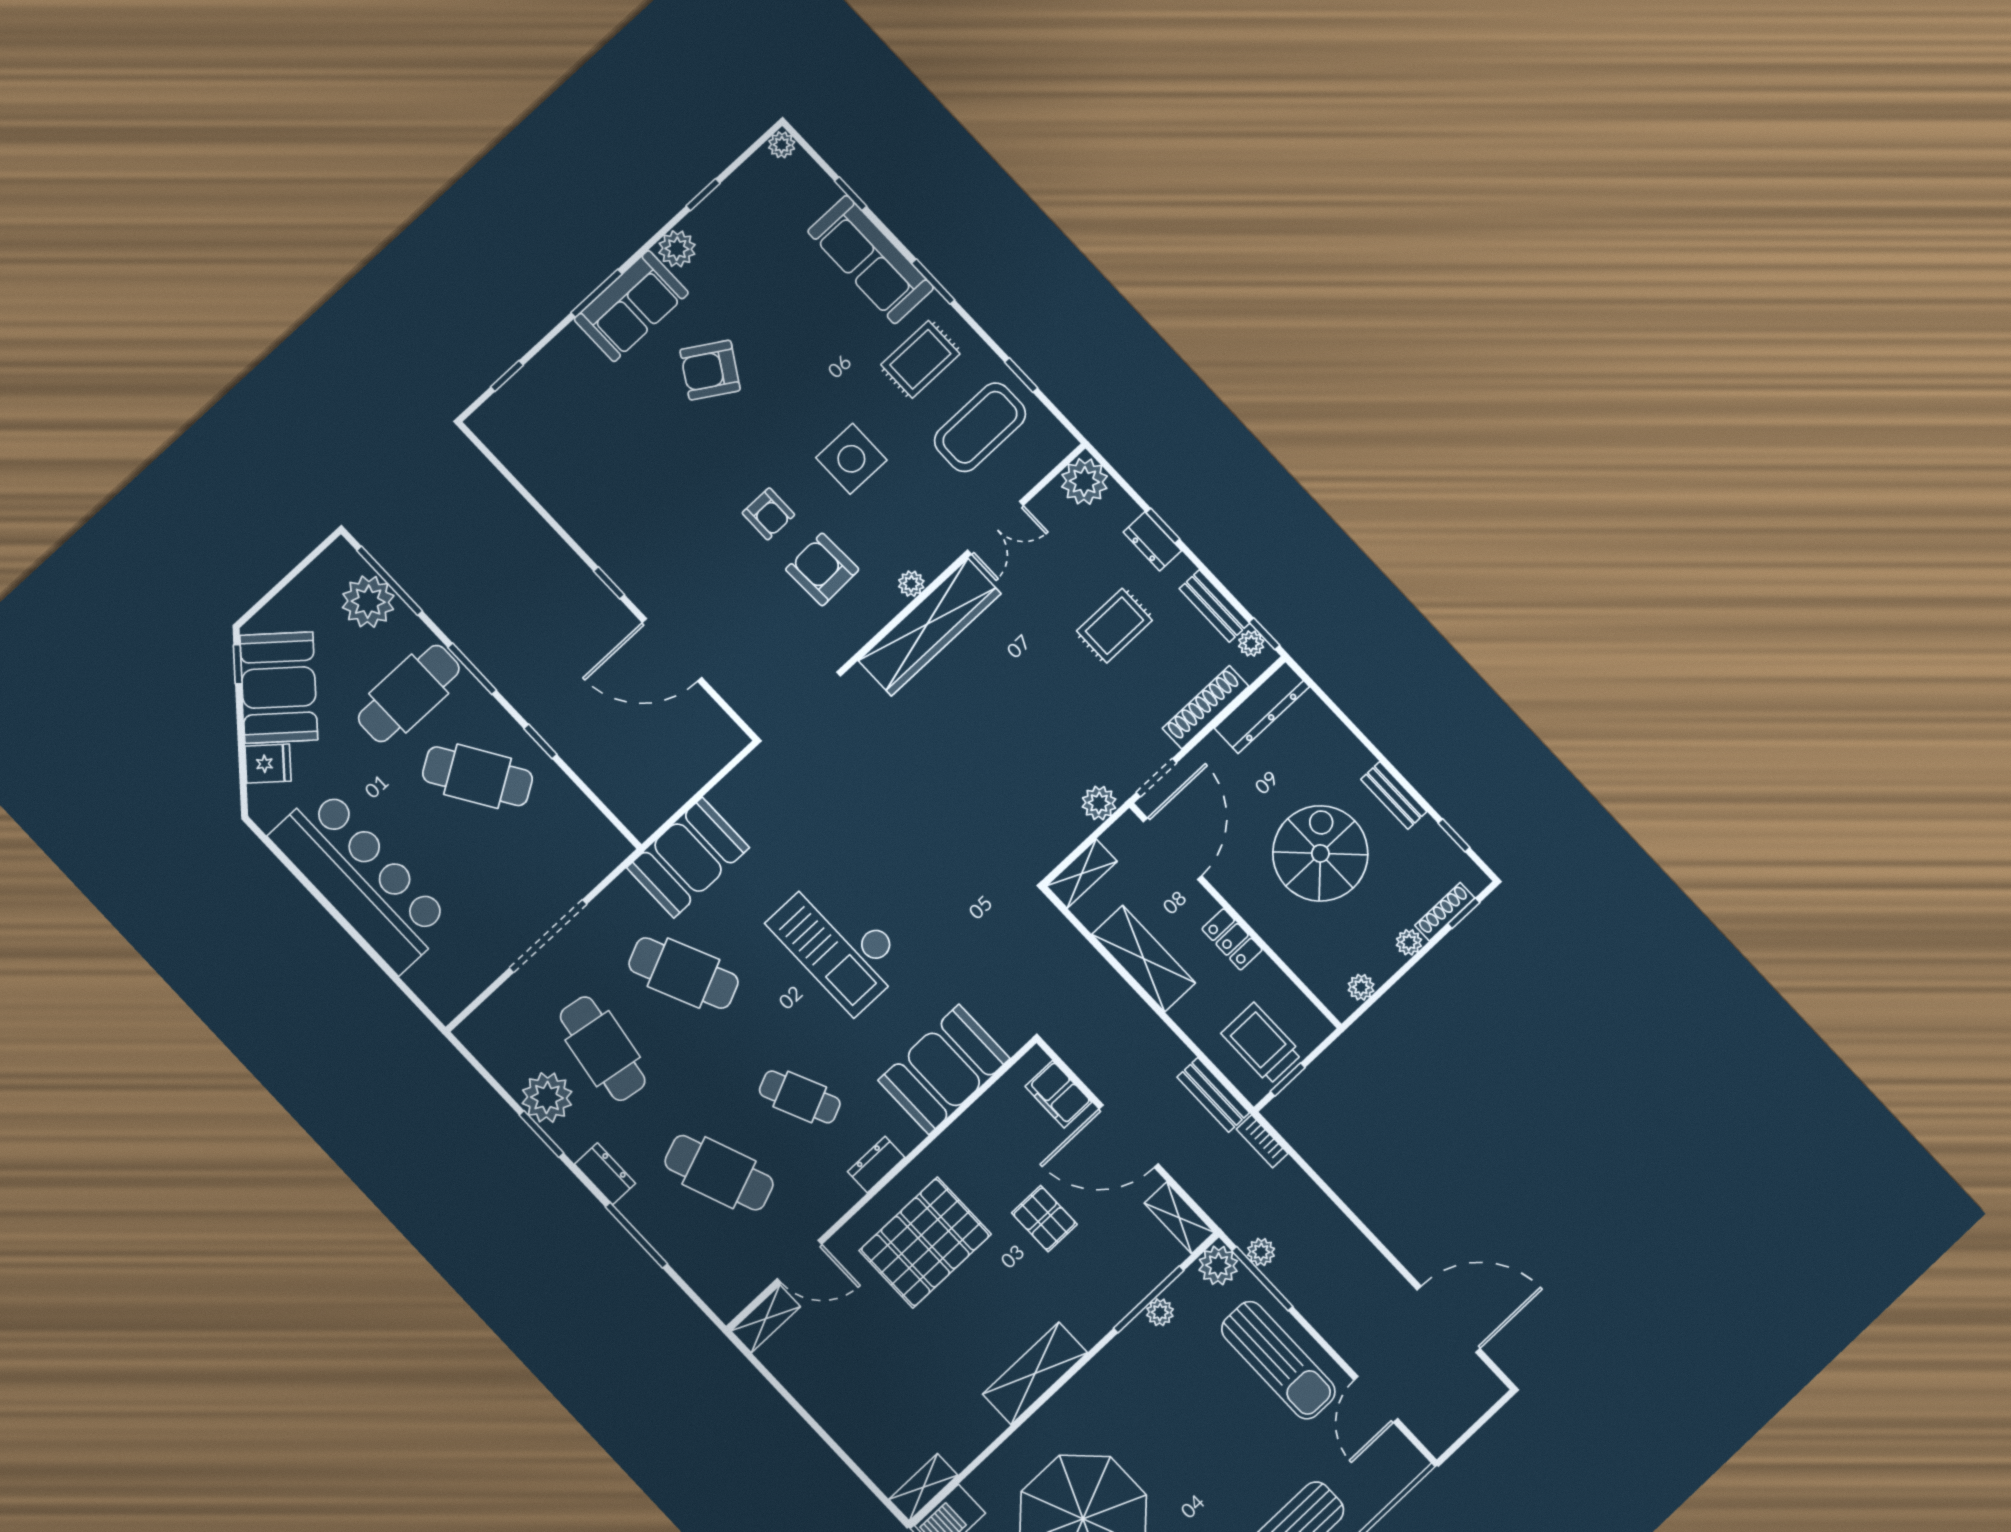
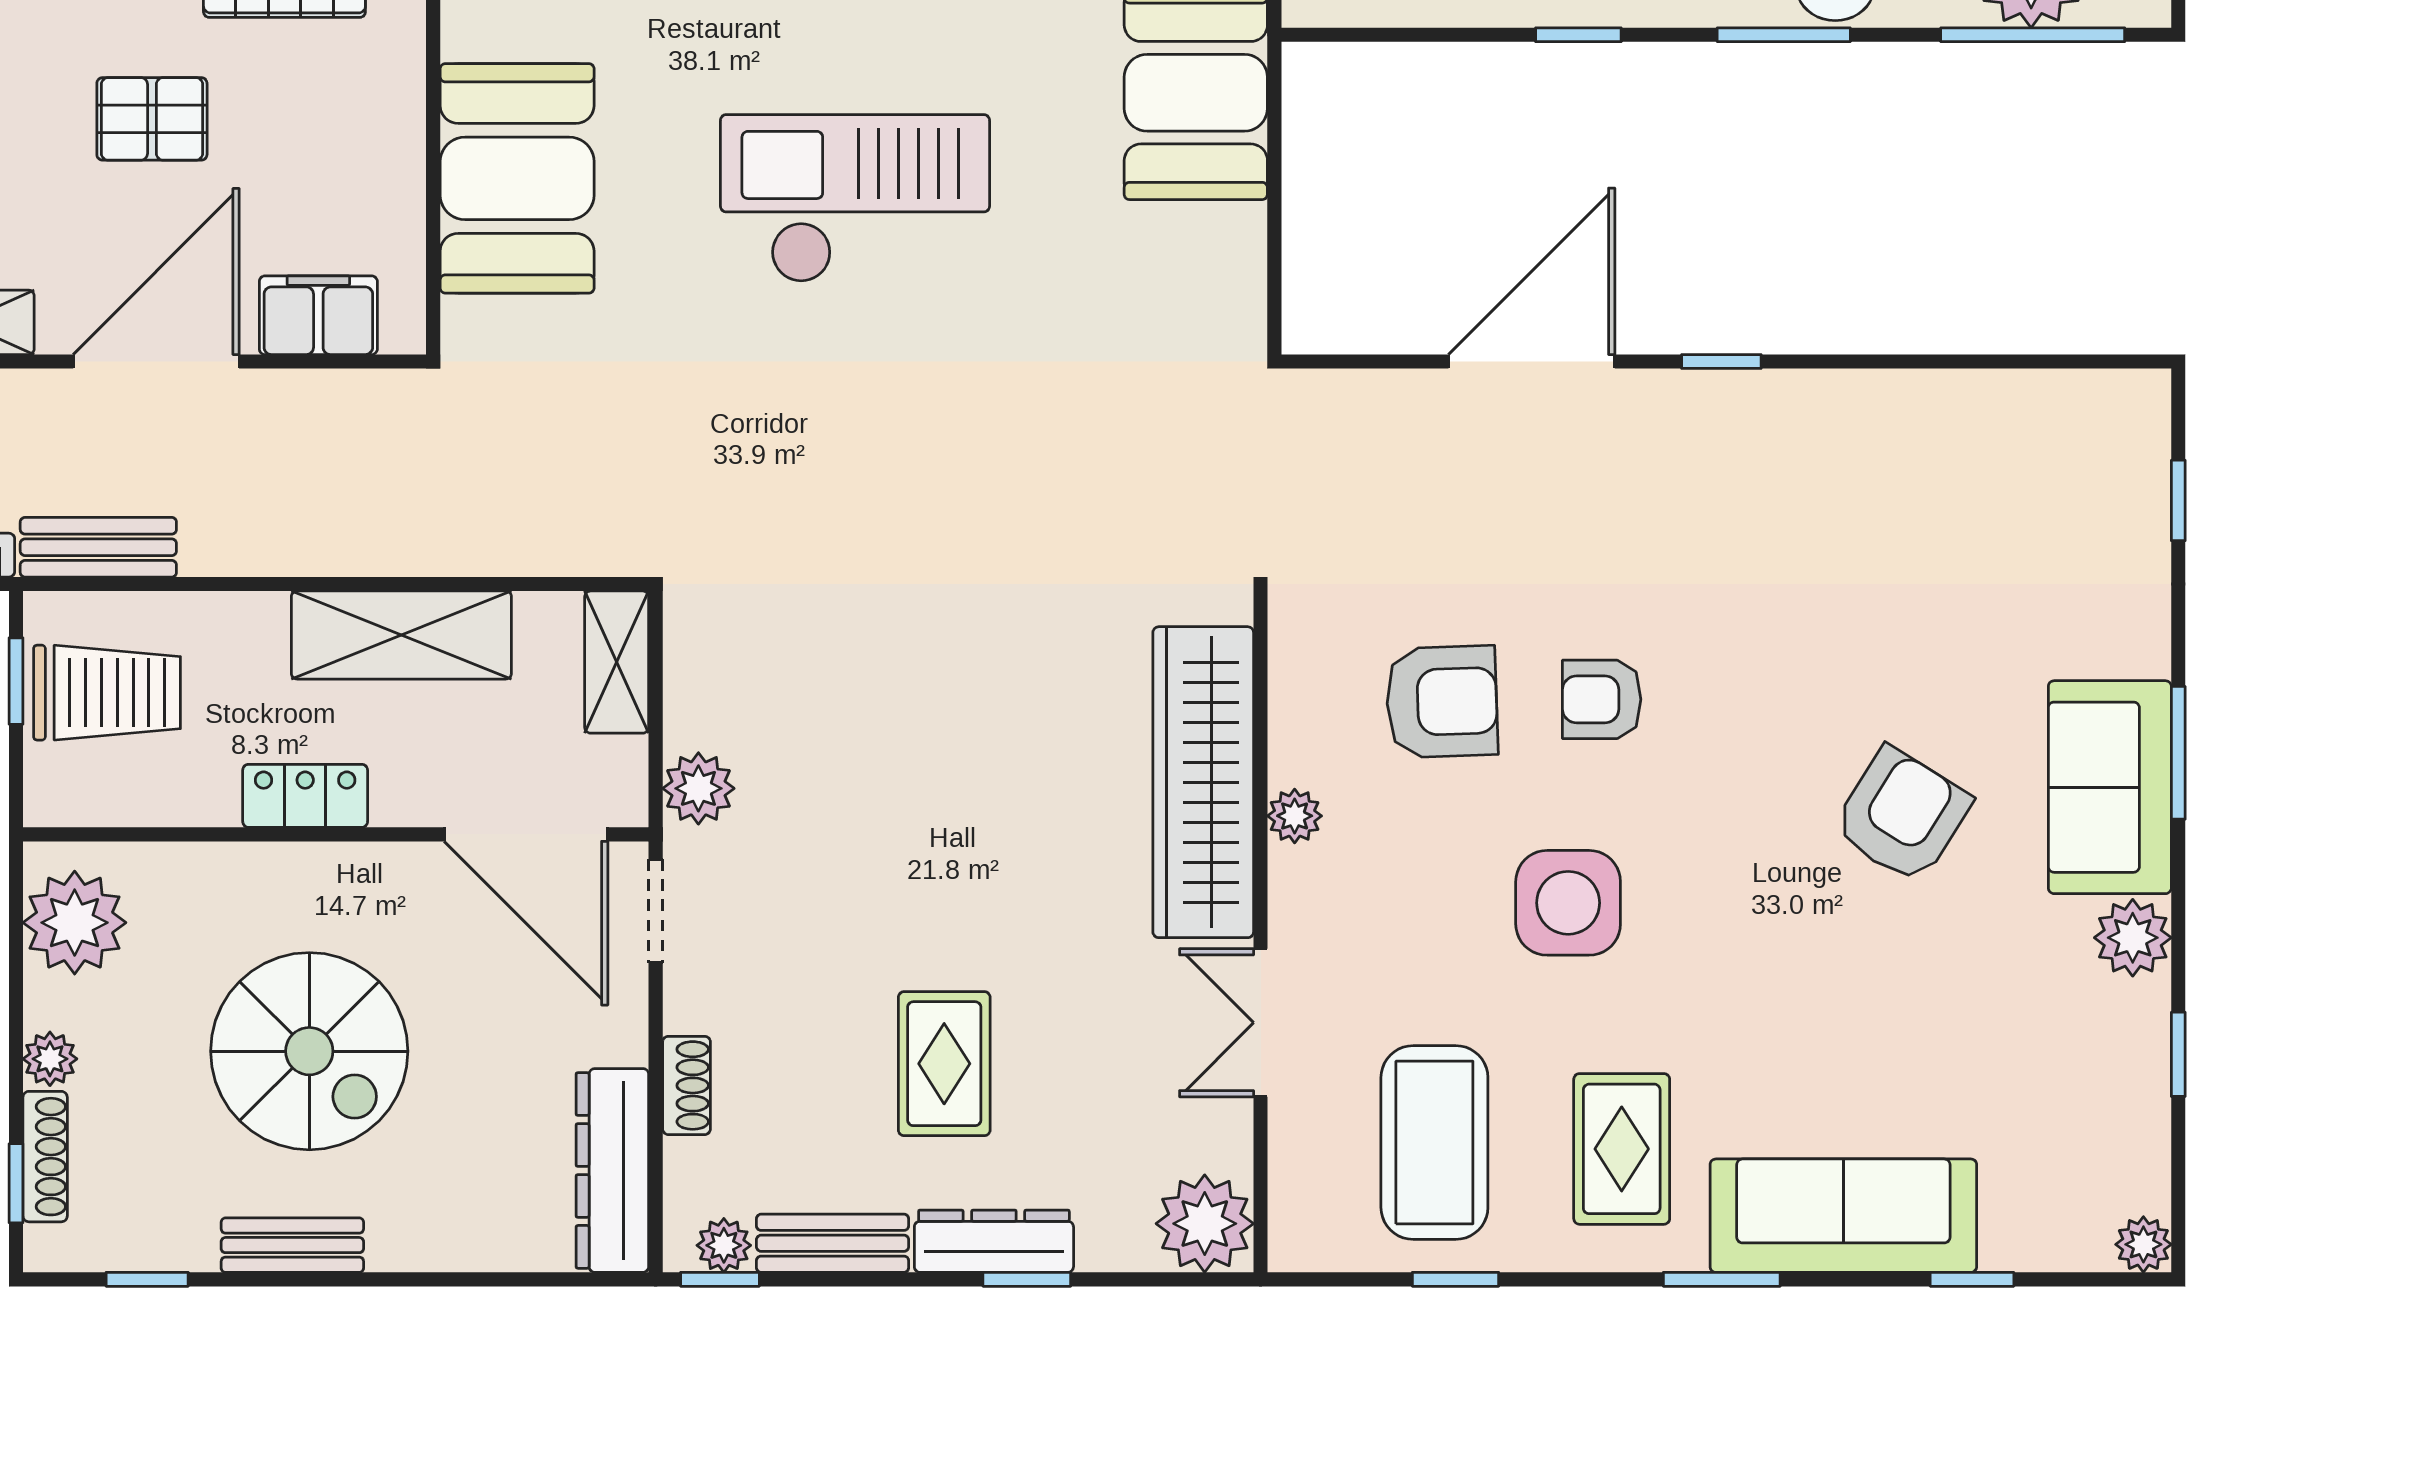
dresser: (1152, 541) -> (994, 1241), width x1.44
shoe rack: (1206, 707) -> (686, 1085), width x0.51, depth x0.81
plant: (1361, 987) -> (75, 923), width x1.88, depth x1.88

